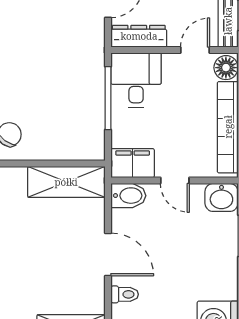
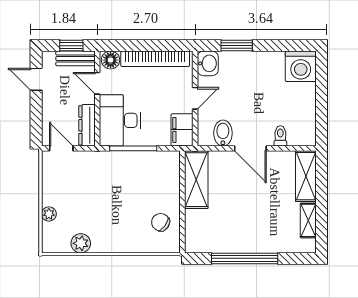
desk: (136, 80) -> (120, 120), width x1.37
bidet: (128, 196) -> (223, 133), moved
door: (108, 254) -> (250, 148), swing flipped

